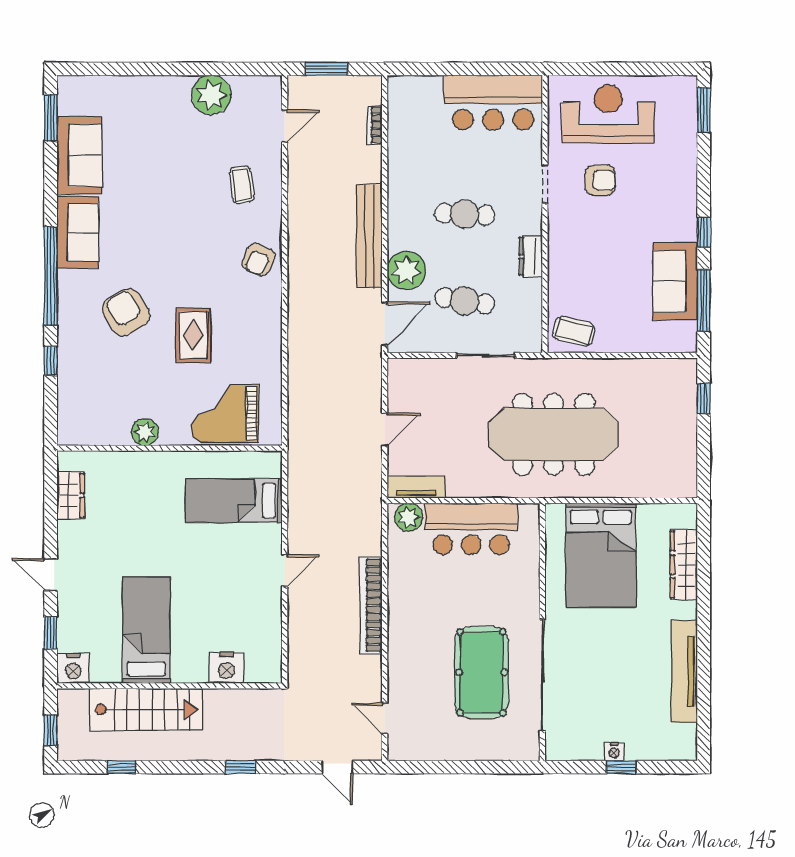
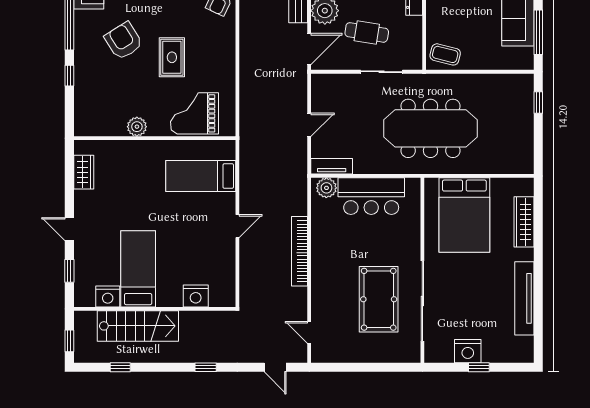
nightstand: (73, 669) -> (108, 296), moved
nightstand: (614, 752) -> (468, 351), width x1.89, depth x1.79

